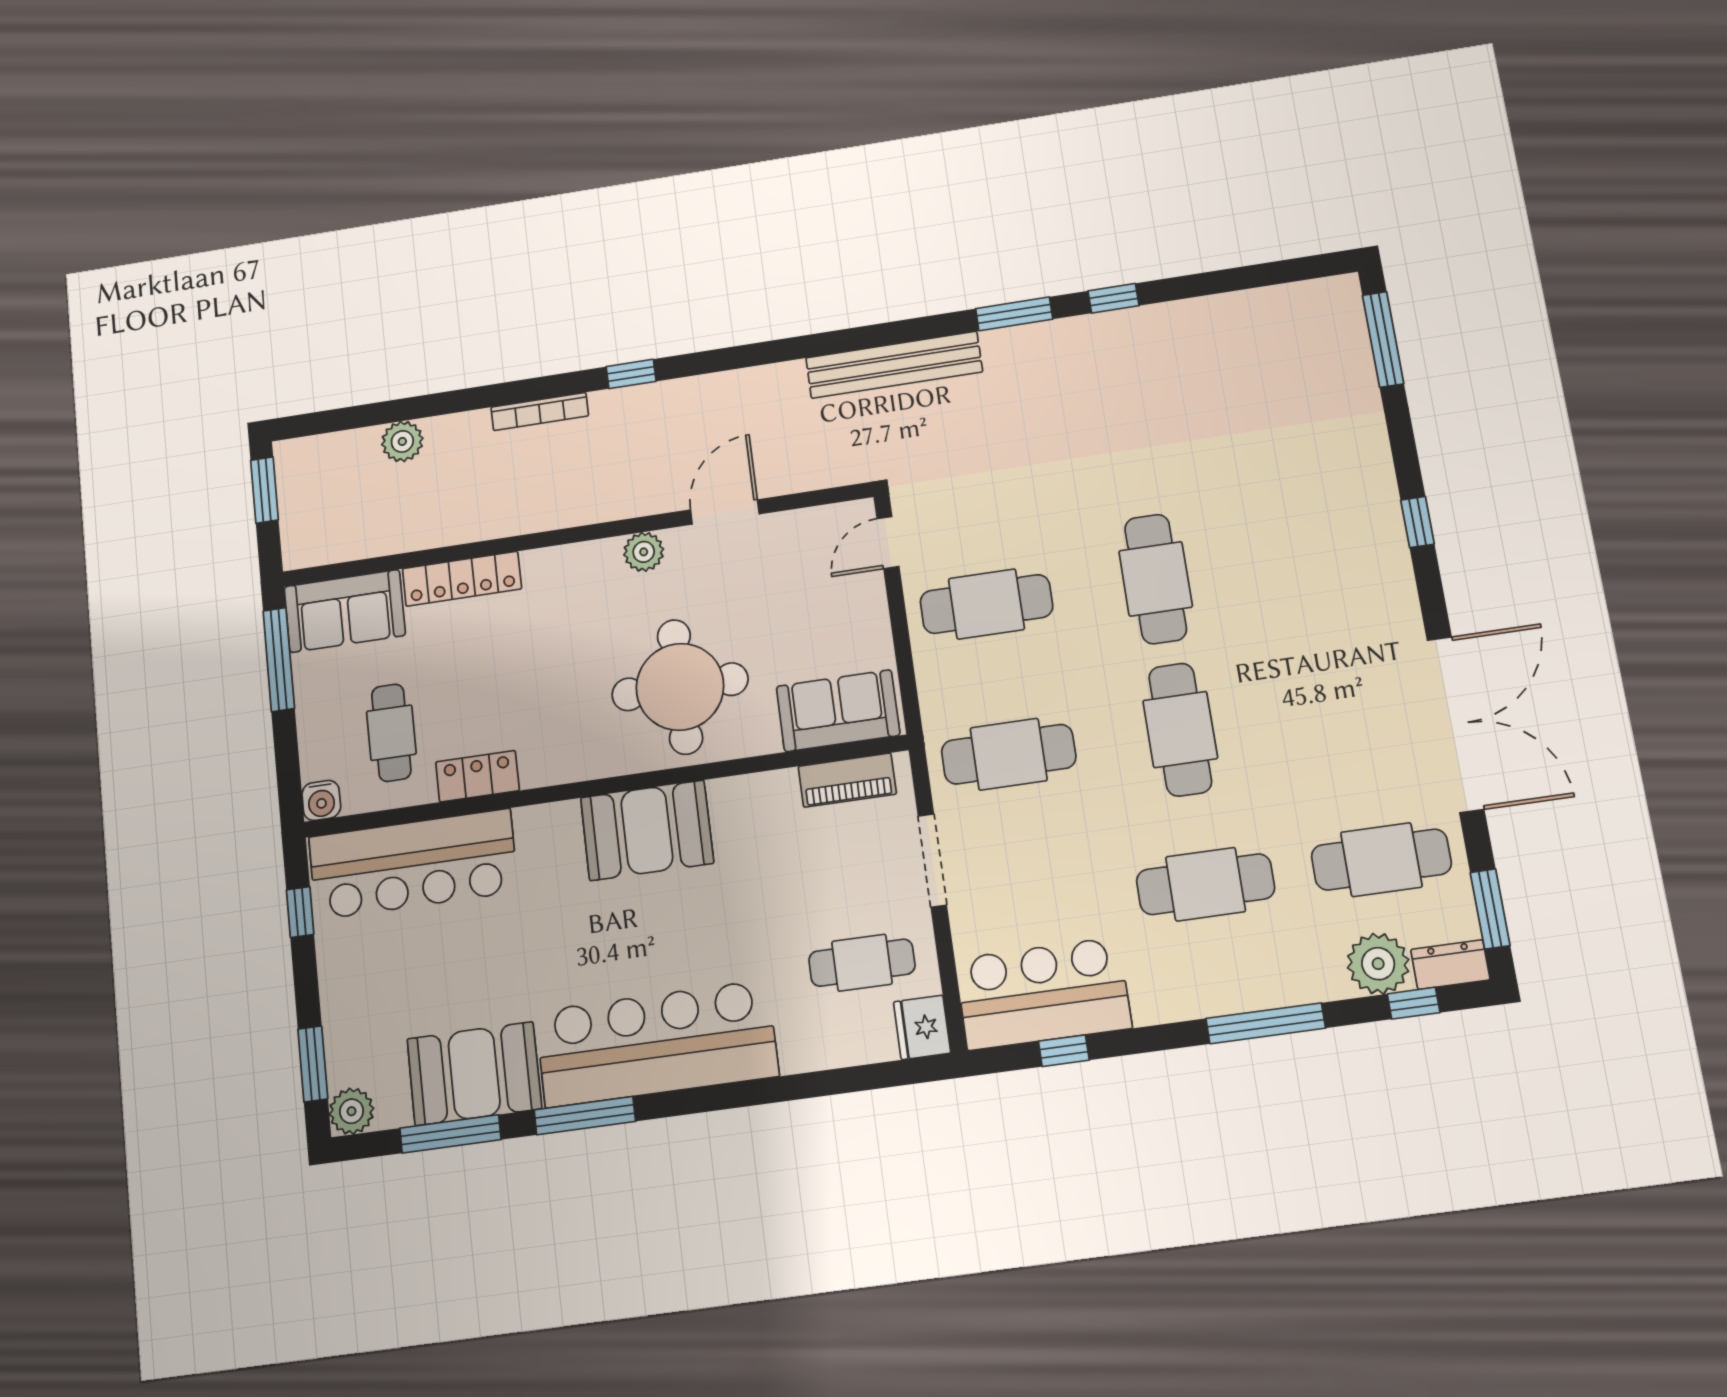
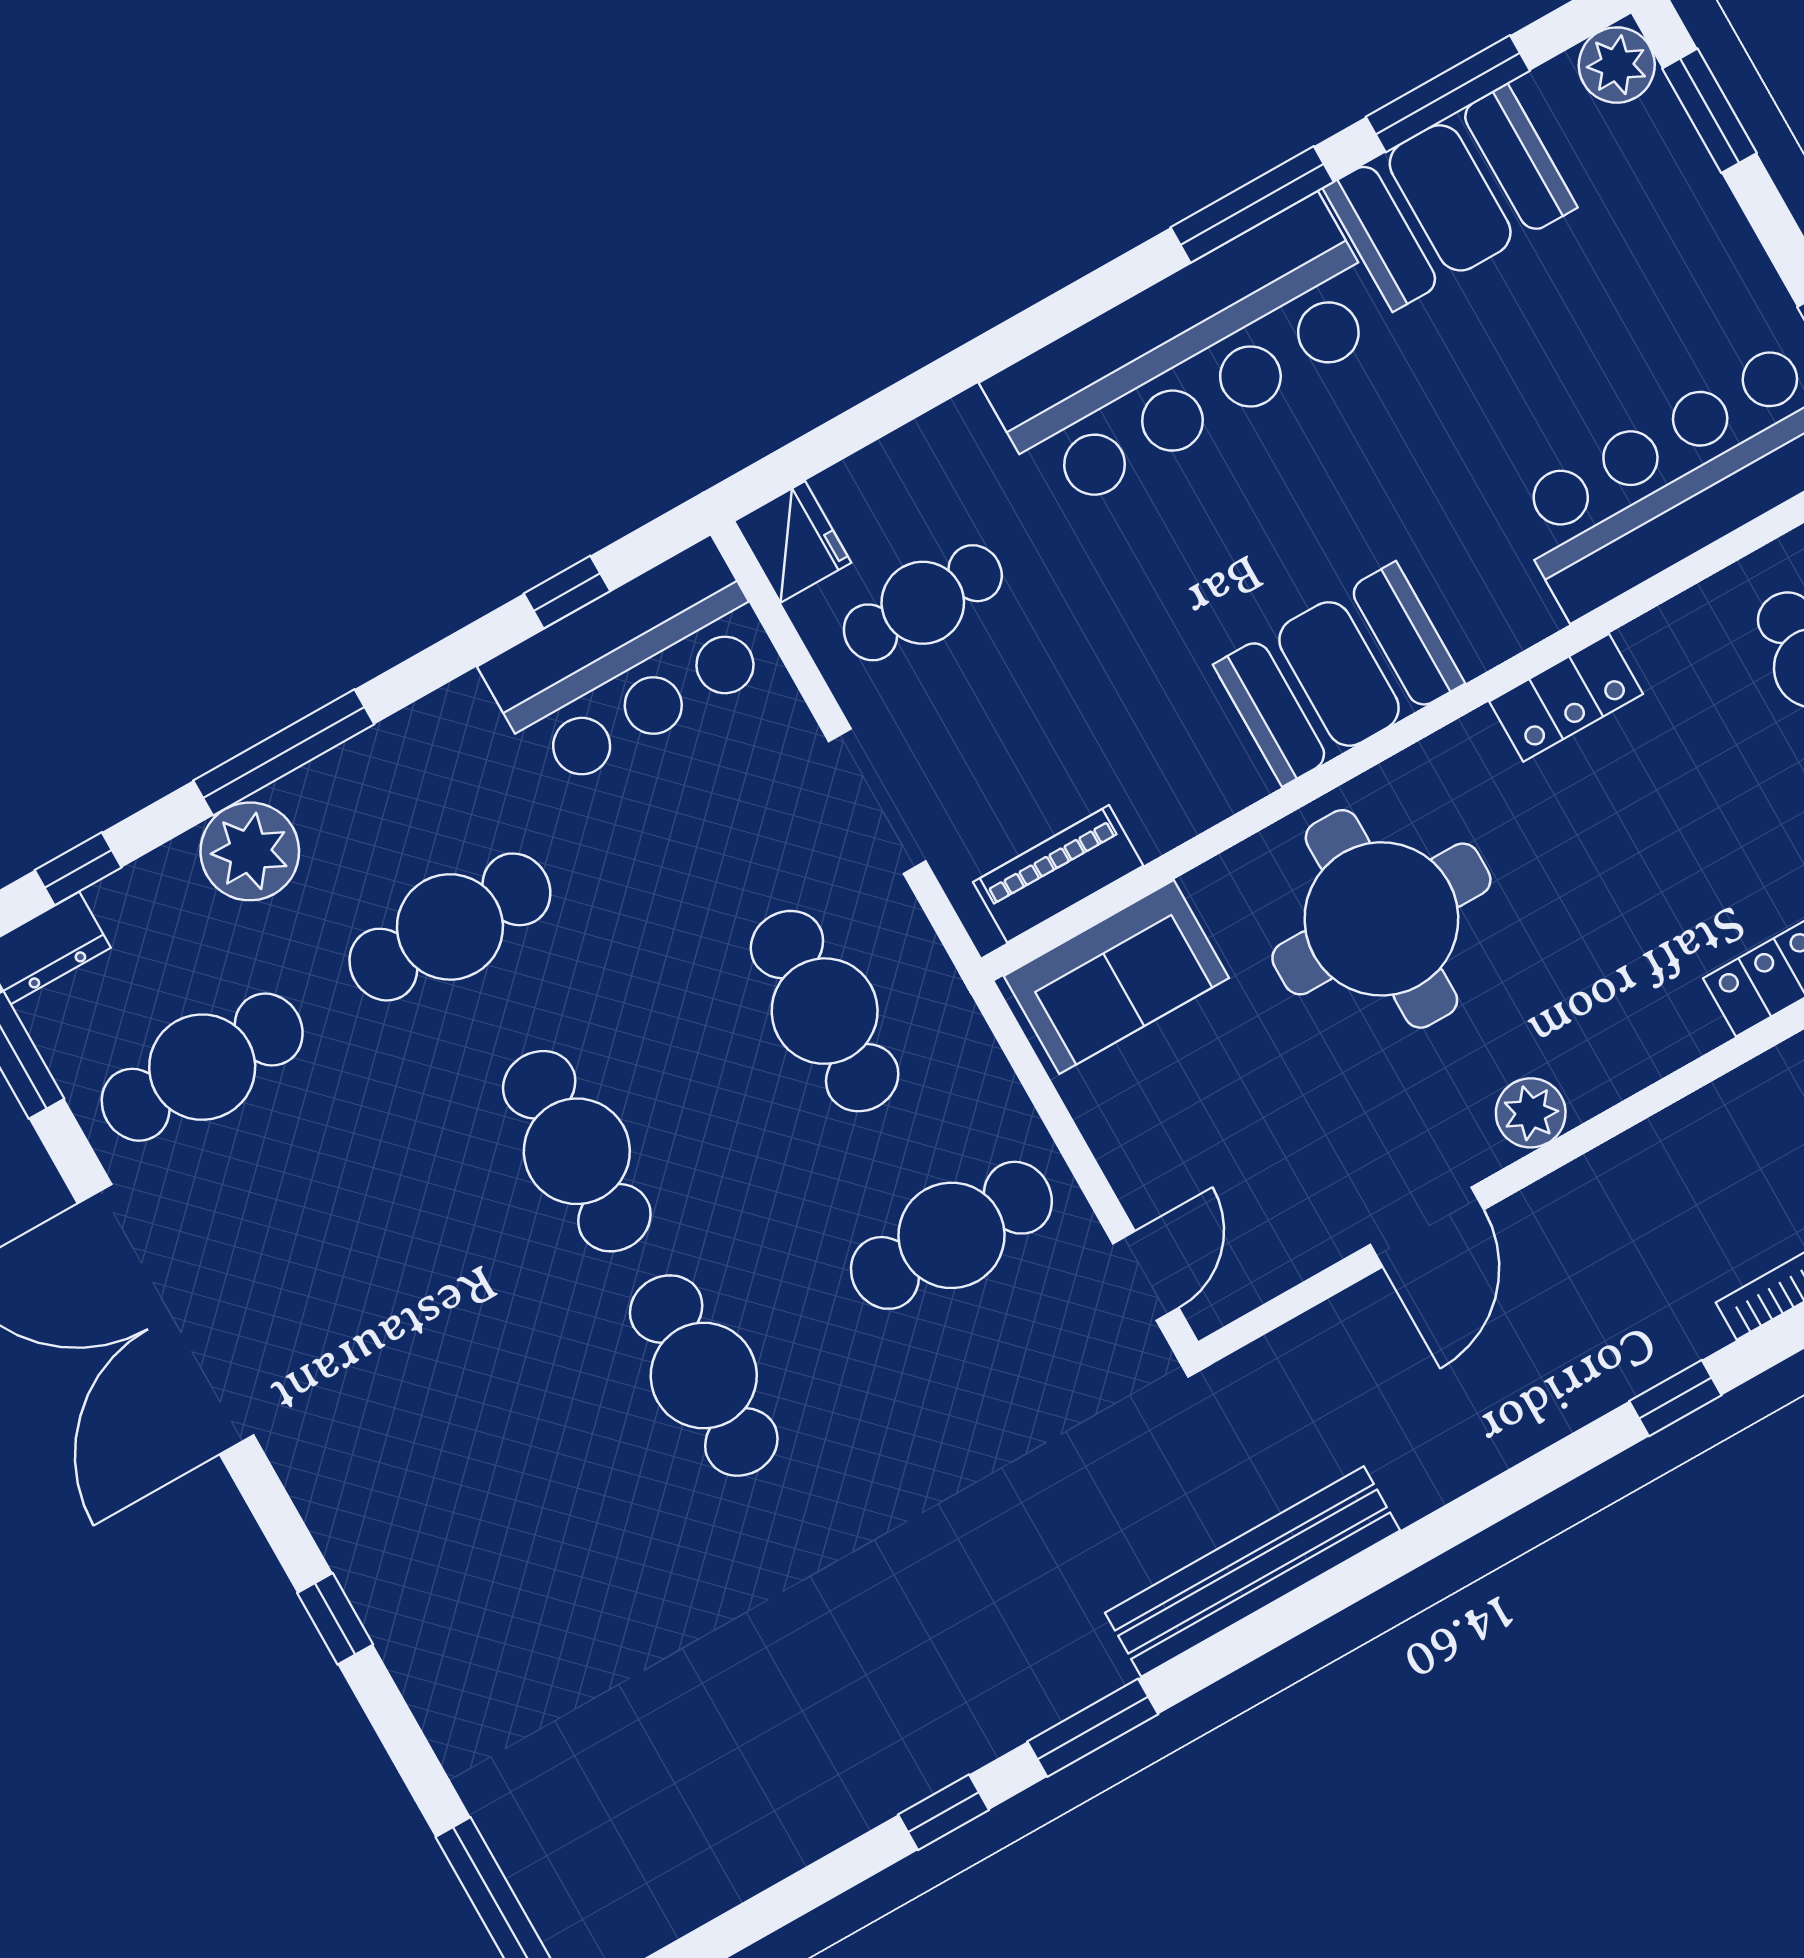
cafe table: (1009, 754) -> (825, 1011), turned 90
locker: (477, 776) -> (1566, 698), moved
plant: (1378, 964) -> (250, 851), moved

